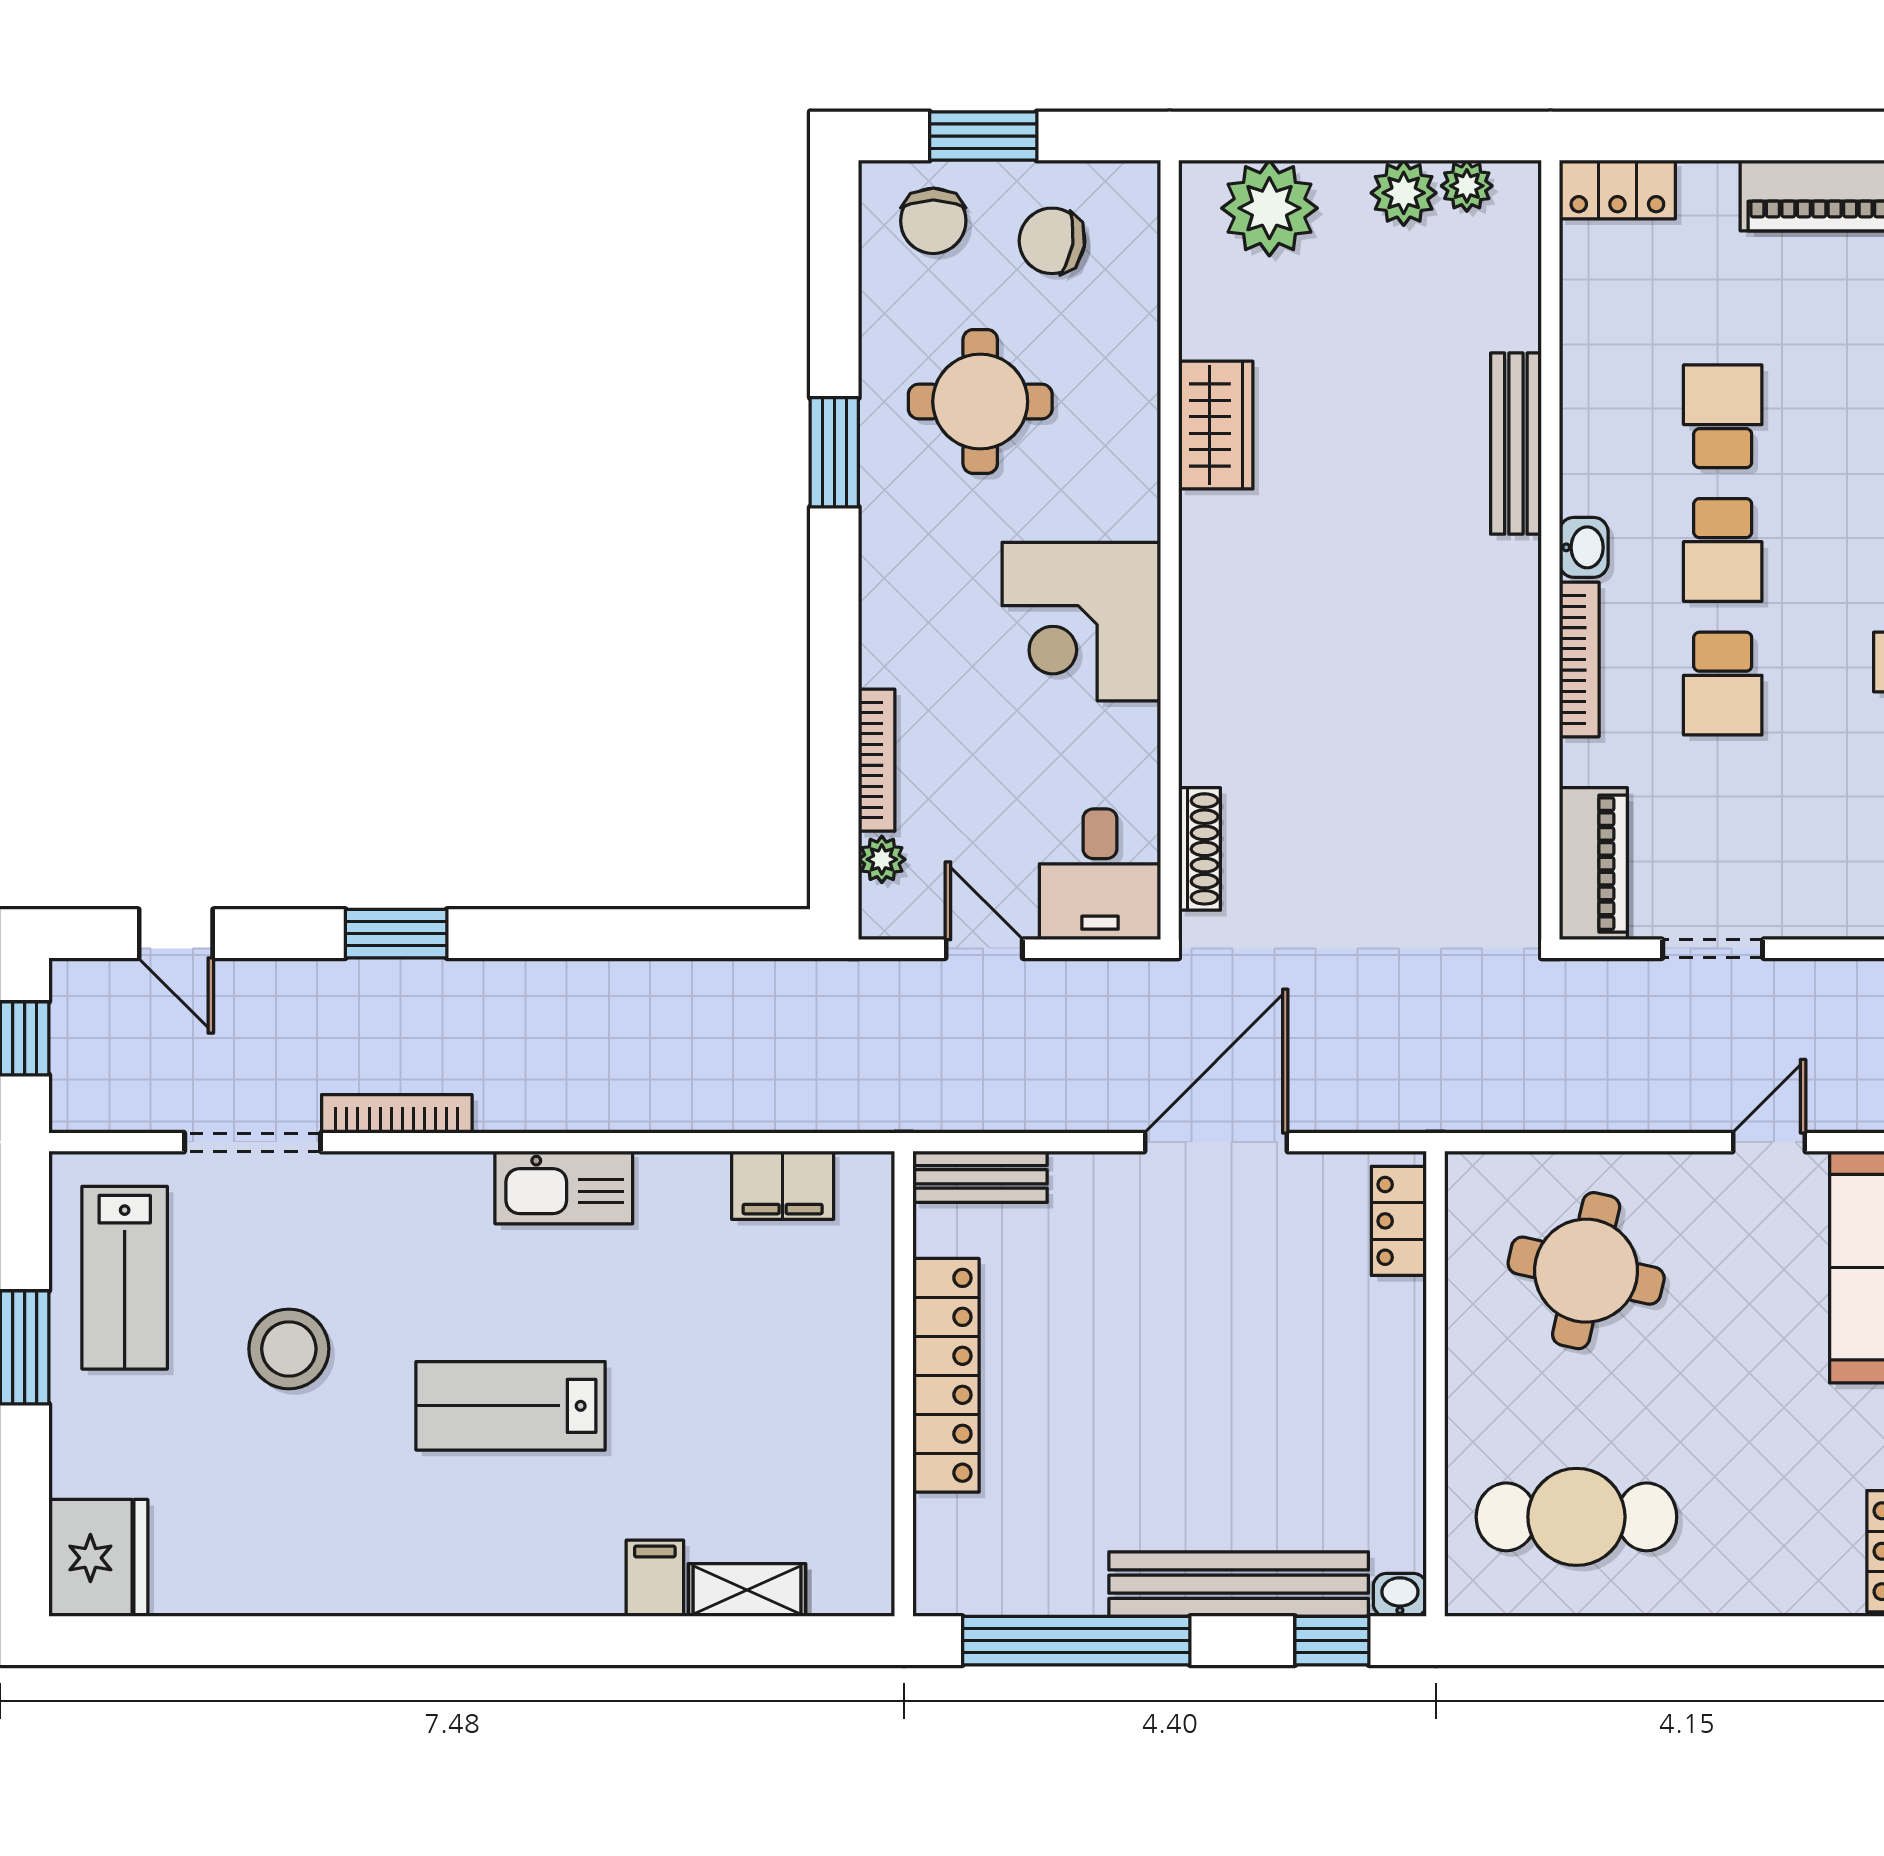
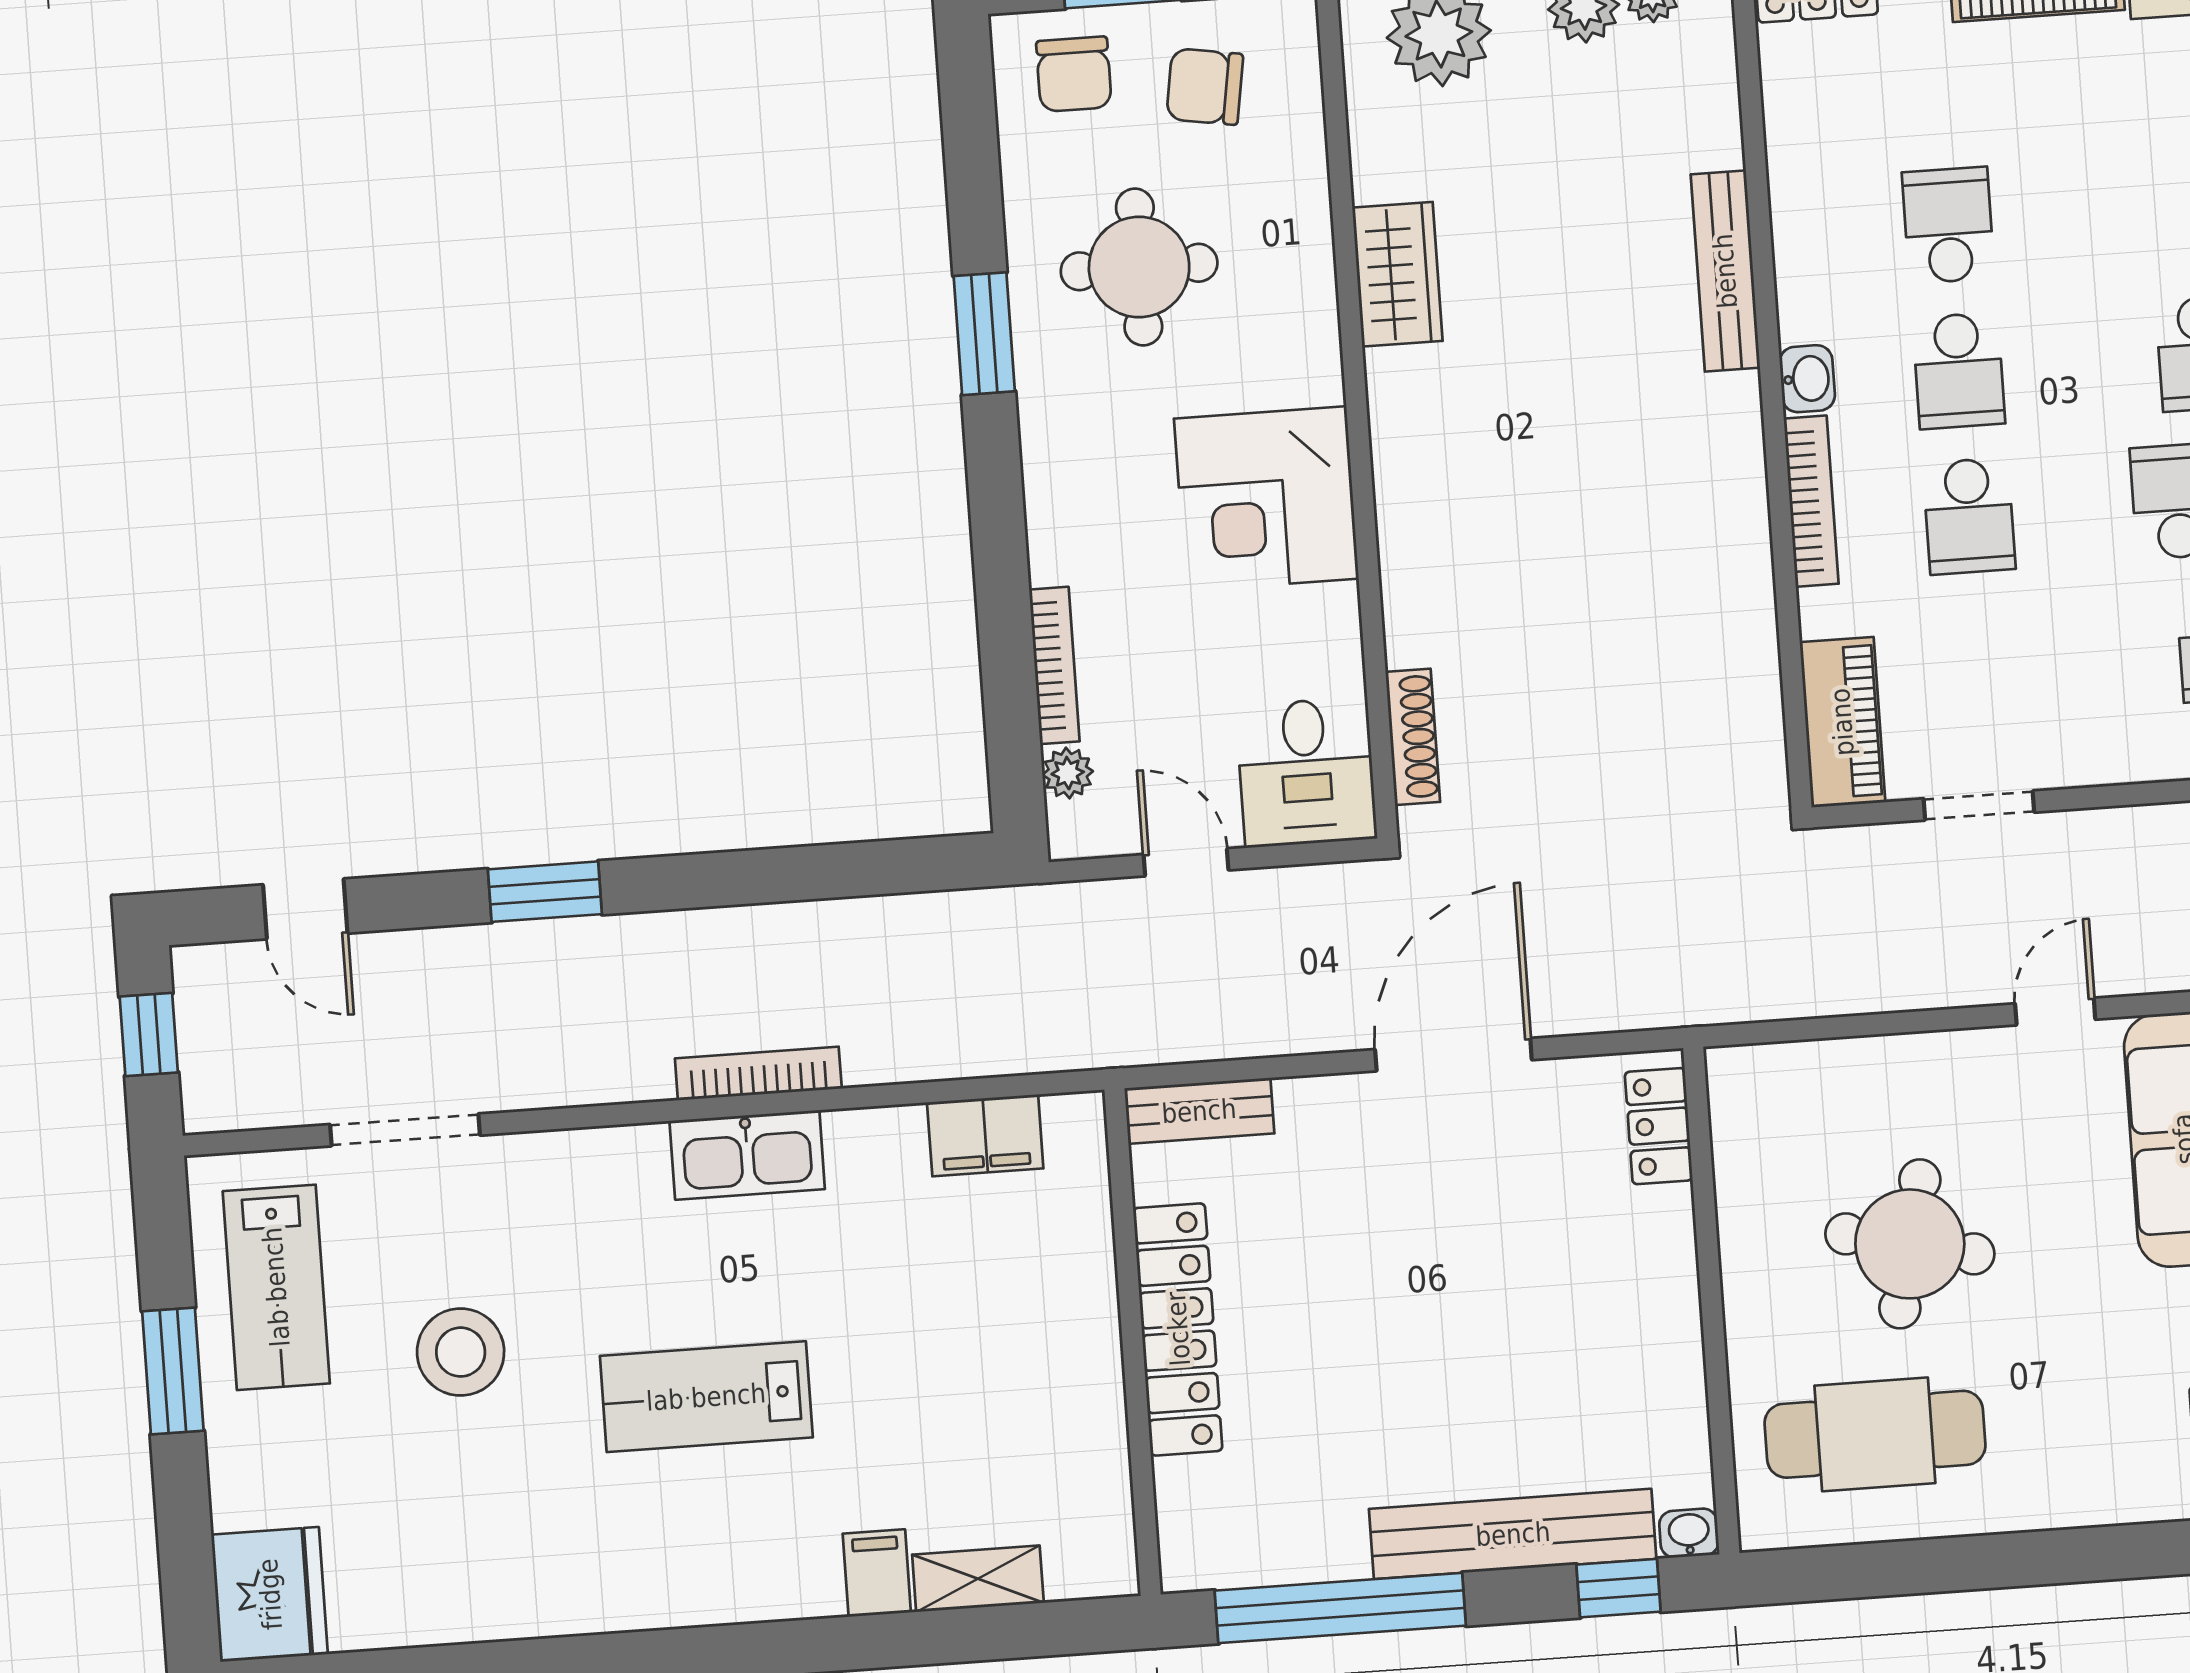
bookcase: (397, 1114) -> (758, 1073), moved
round table: (1586, 1271) -> (1910, 1244), moved

